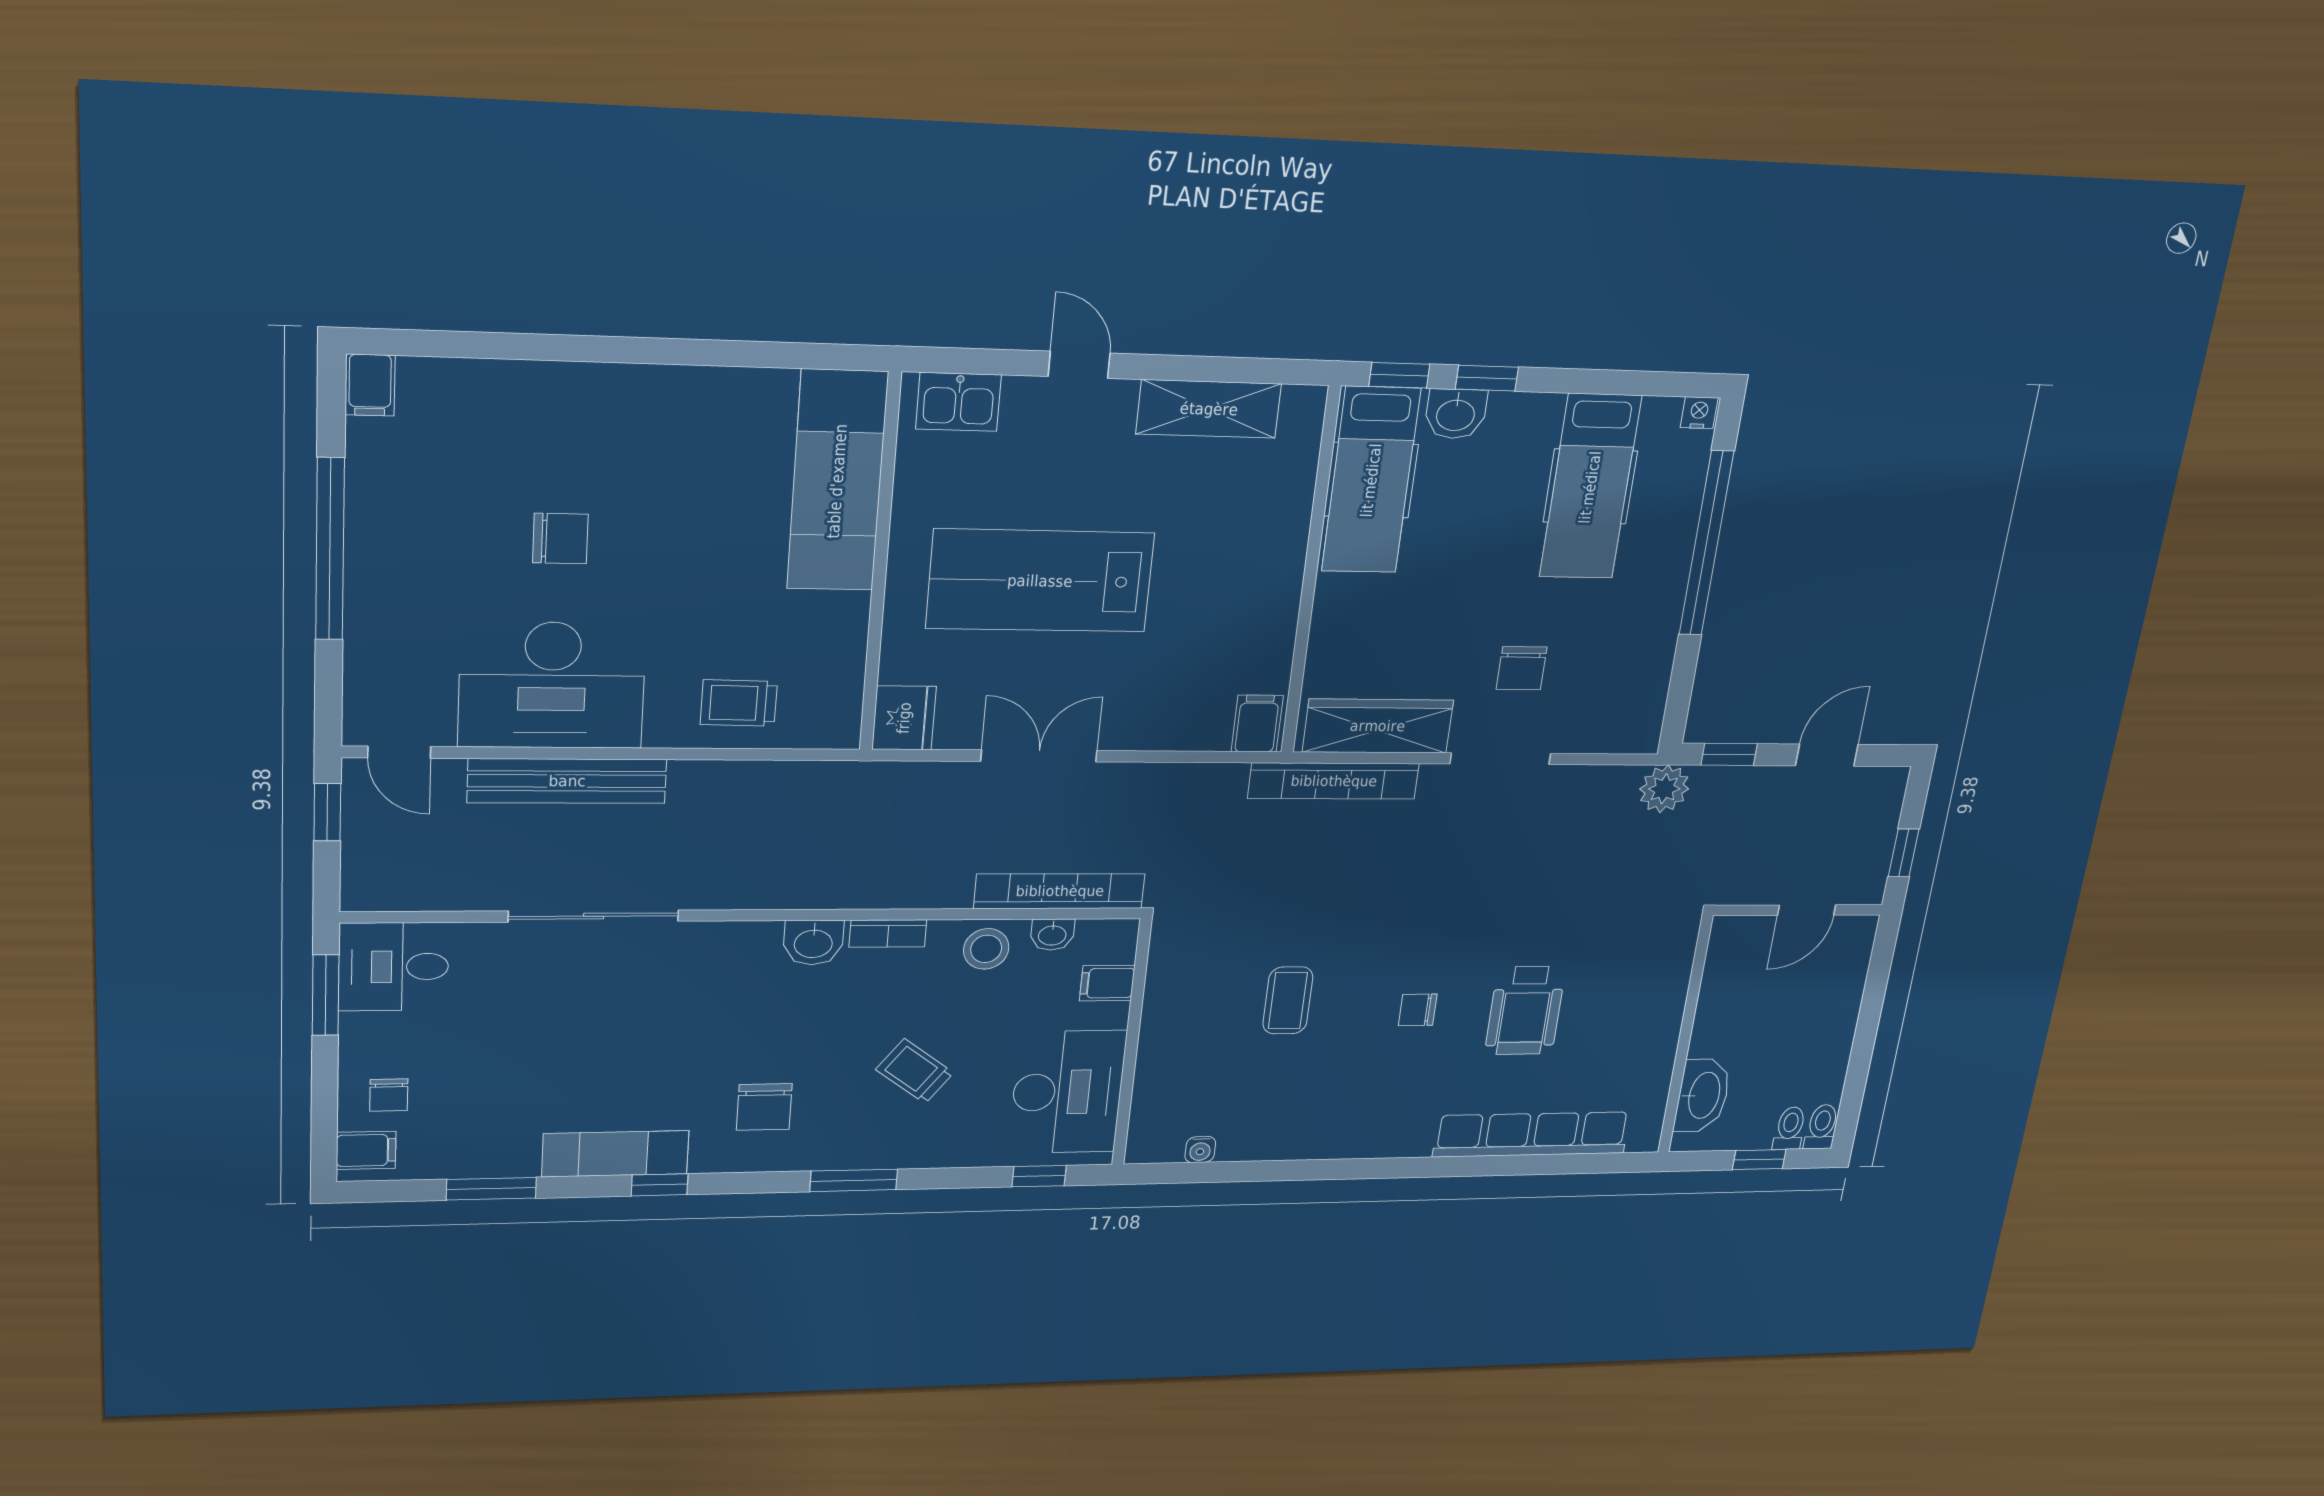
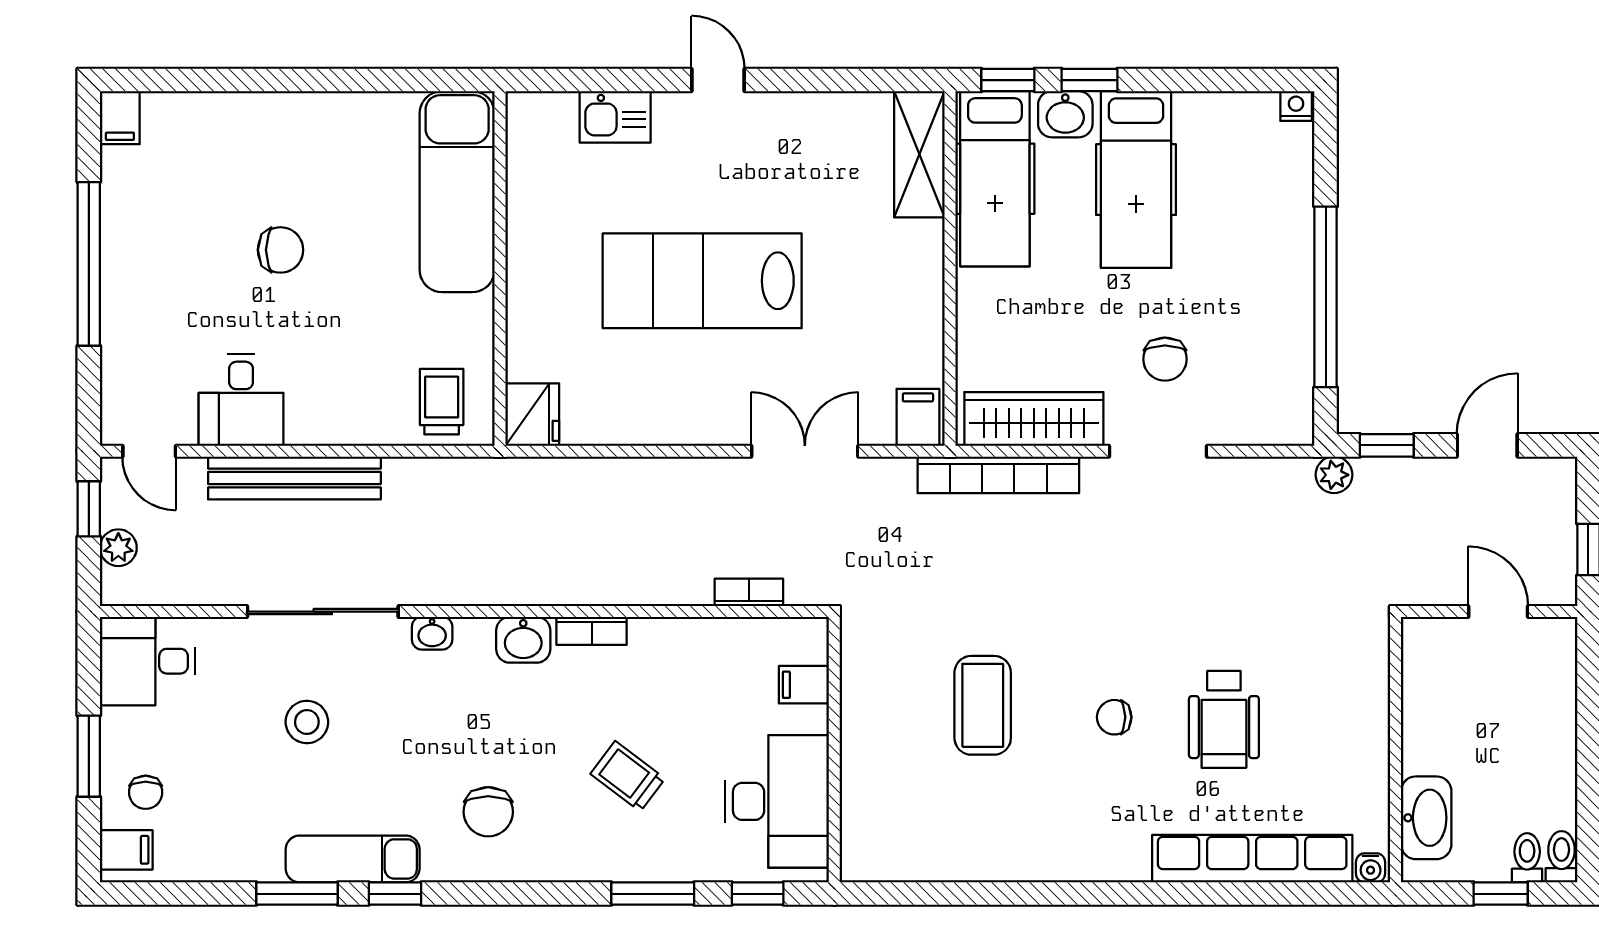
shelving: (1209, 409) -> (919, 154), moved, turned 90
exam couch: (837, 481) -> (457, 192), moved
hospital bed: (1590, 487) -> (1136, 180), moved
window: (1706, 544) -> (1326, 297), moved
wall: (880, 565) -> (500, 268), moved
desk: (552, 685) -> (241, 400), width x0.53, depth x0.77
trolley: (739, 703) -> (442, 402), turned 89
fridge: (904, 718) -> (532, 415), moved
double door: (1039, 756) -> (805, 451), moved
plant: (1664, 789) -> (1334, 475), width x0.73, depth x0.73
plant: (361, 852) -> (118, 548), added
bookcase: (1060, 891) -> (749, 592), width x0.43, depth x0.76
door: (1807, 910) -> (1498, 612), swing flipped
washbasin: (1052, 935) -> (432, 633), moved
stool: (986, 949) -> (307, 722), moved
window: (326, 995) -> (89, 756), moved
coffee table: (1288, 1000) -> (983, 705), width x1.36, depth x1.30
water cooler: (1200, 1150) -> (1371, 868), moved
window: (854, 1180) -> (653, 894), moved
window: (491, 1189) -> (297, 894), moved

